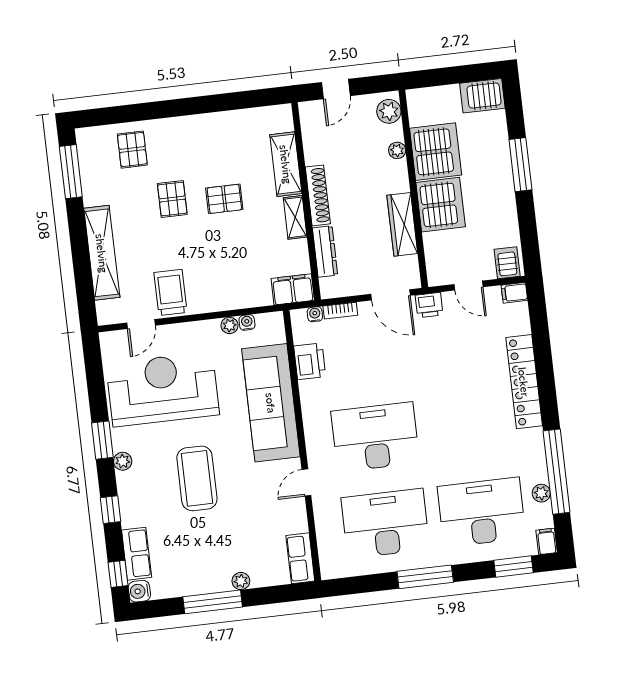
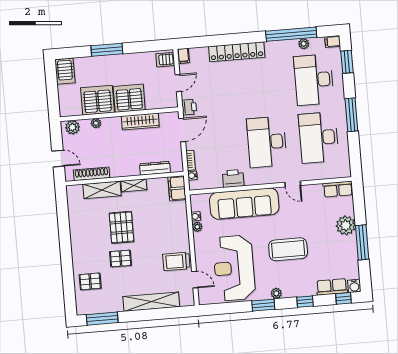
shoe rack: (318, 195) -> (92, 174), moved
pallet: (224, 199) -> (121, 227), width x1.50, depth x1.42
printer: (310, 361) -> (233, 178), moved
plant: (241, 581) -> (346, 225), width x1.87, depth x1.87

